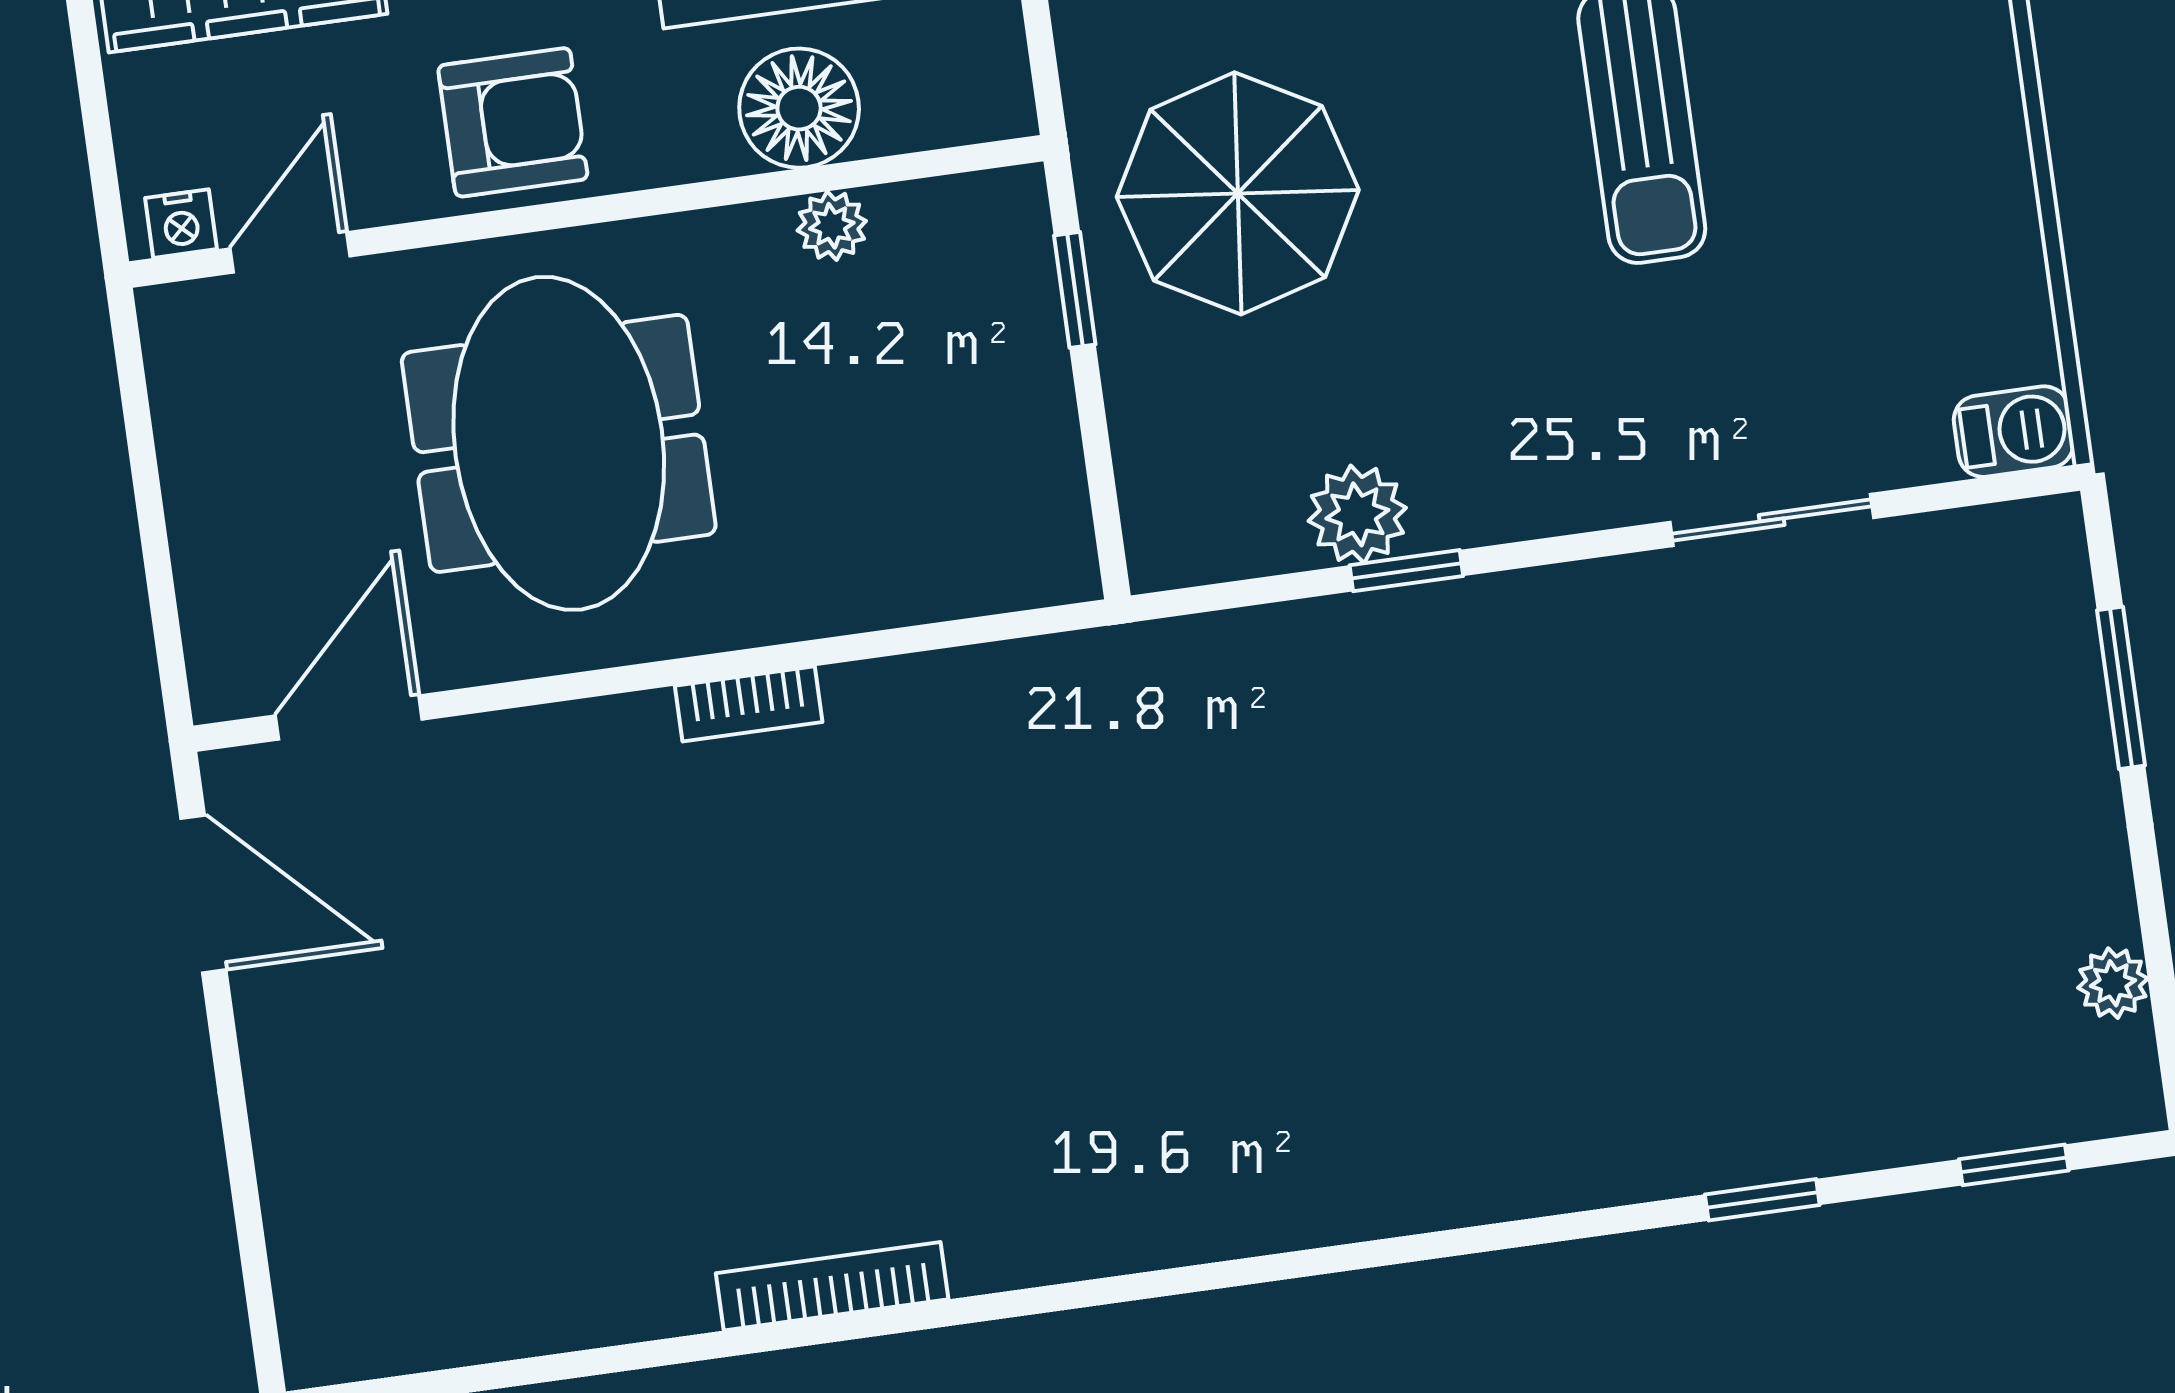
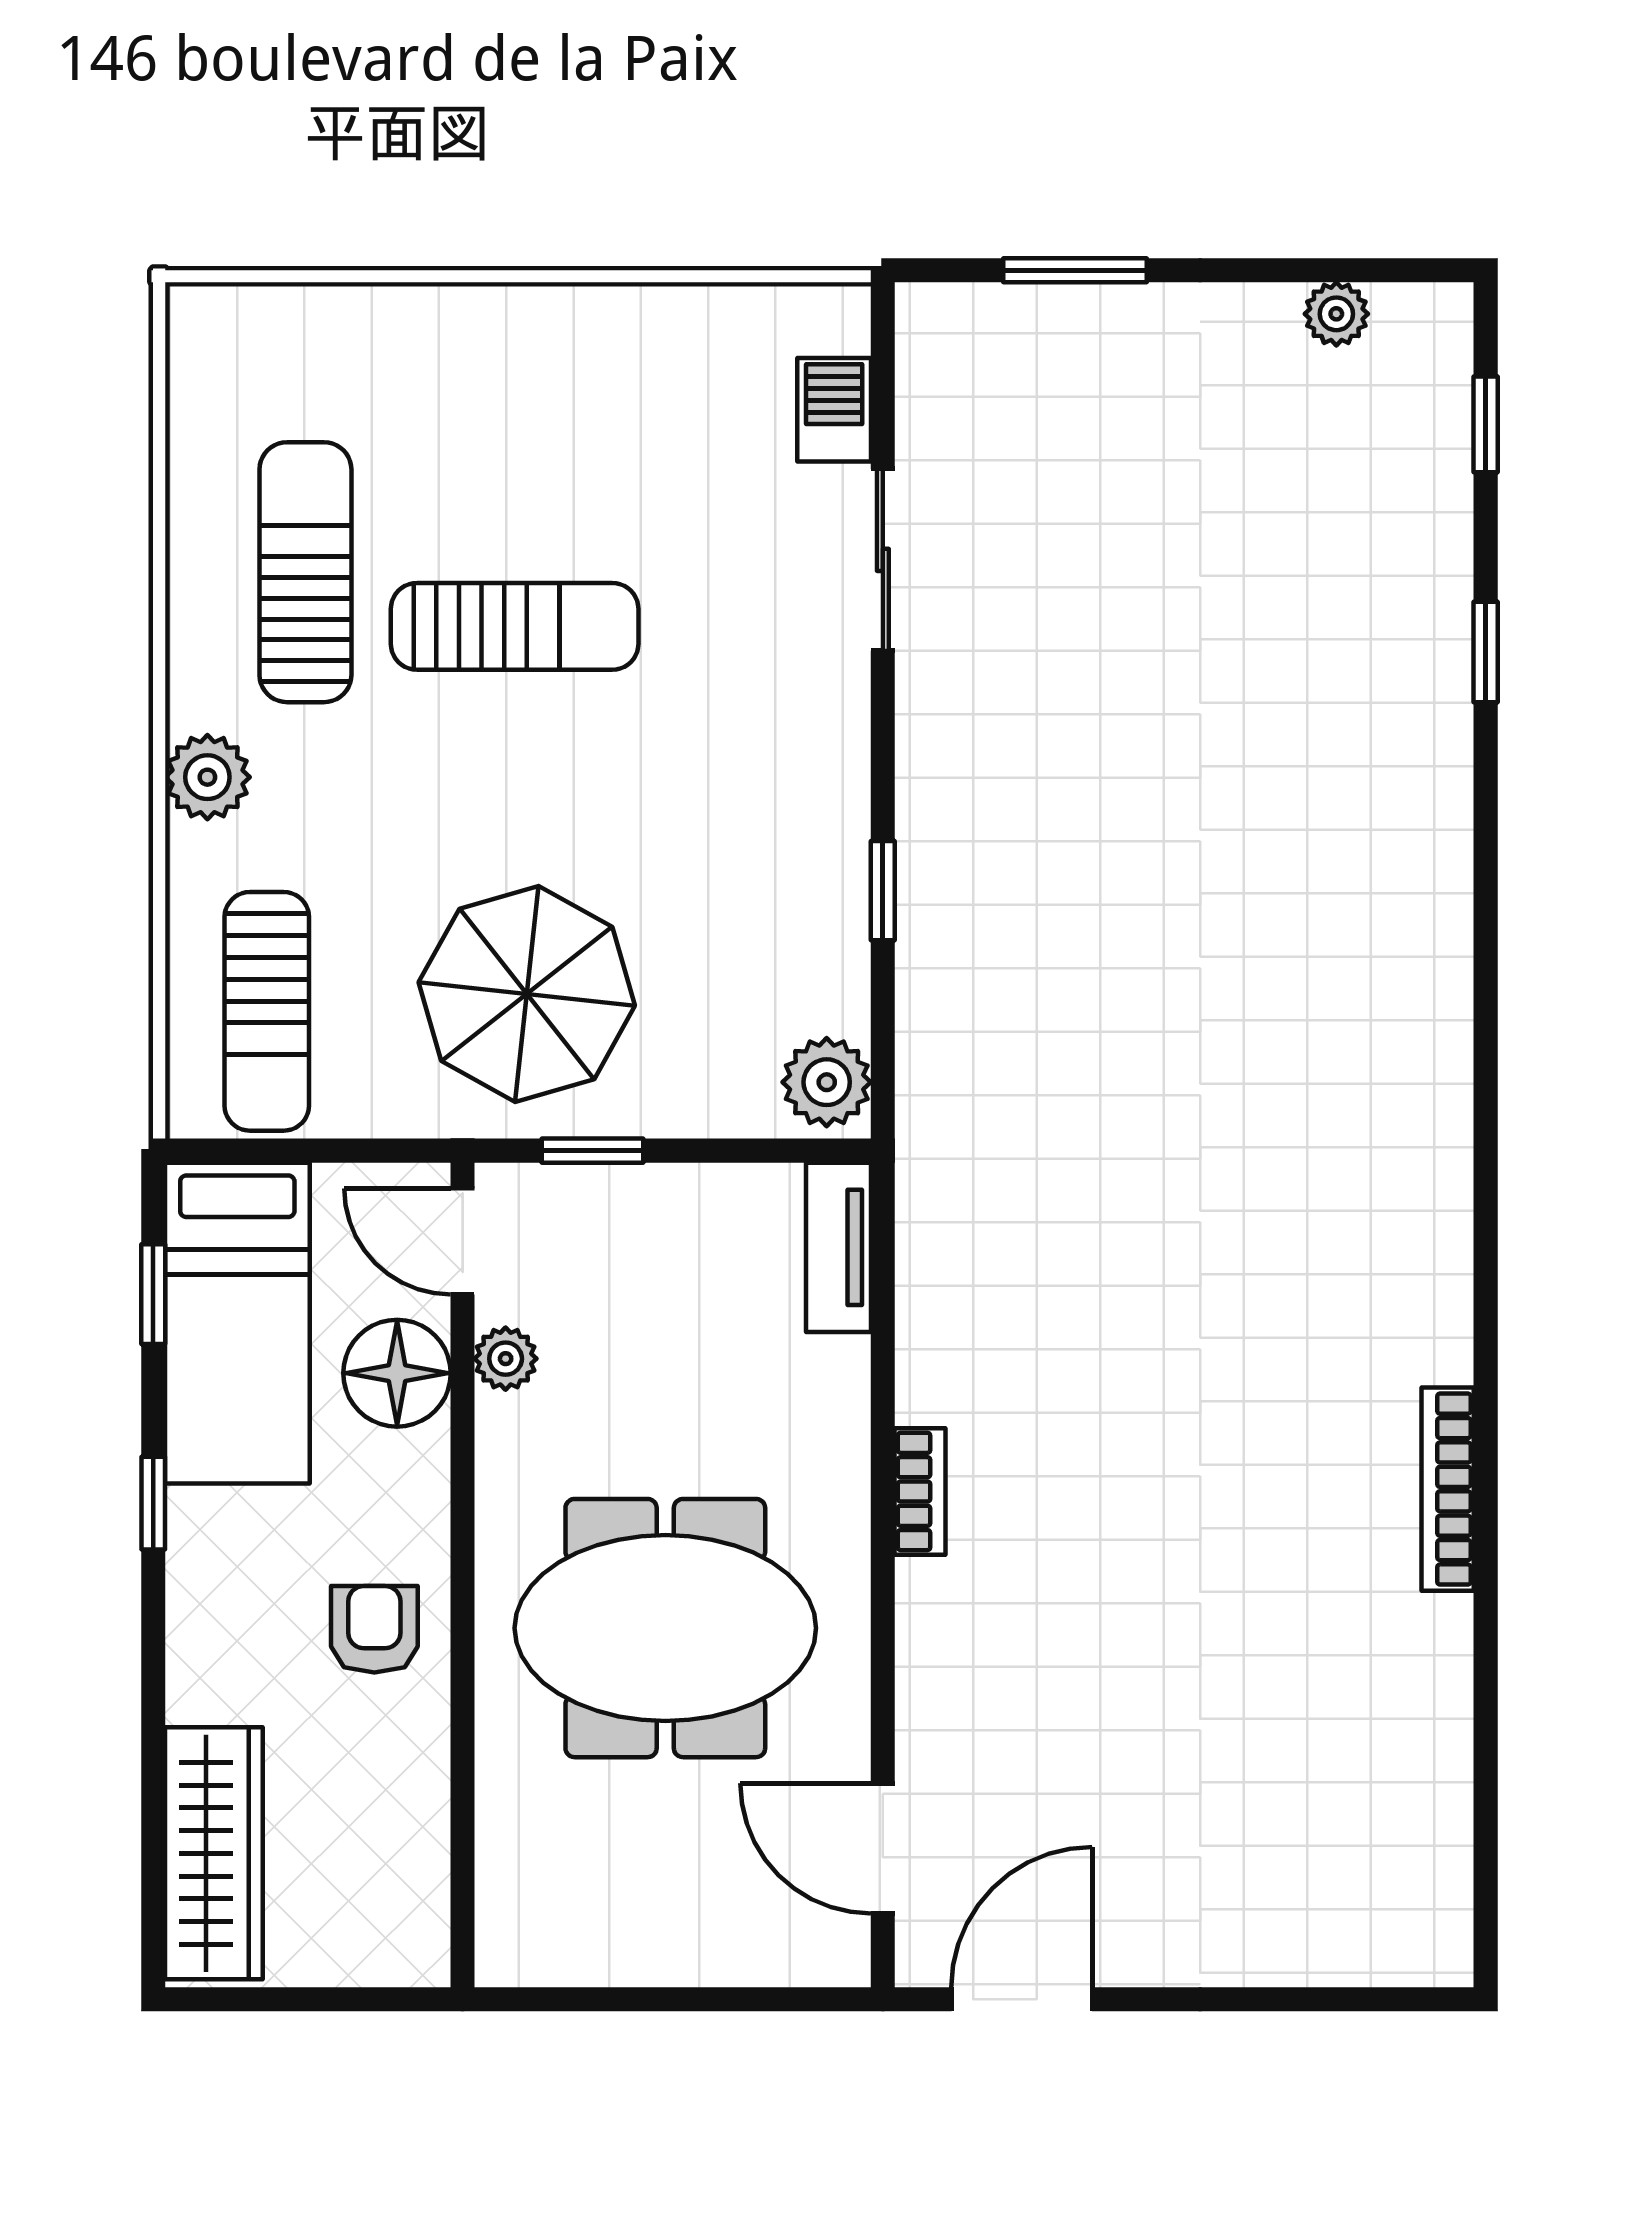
armchair: (513, 122) -> (374, 1629), width x0.72, depth x0.72
nightstand: (181, 224) -> (423, 1937), removed
door: (290, 252) -> (463, 1241), moved
barbecue: (2014, 432) -> (834, 410), moved
plant: (1357, 514) -> (827, 1082), moved
tv unit: (1006, 576) -> (839, 1247), added

